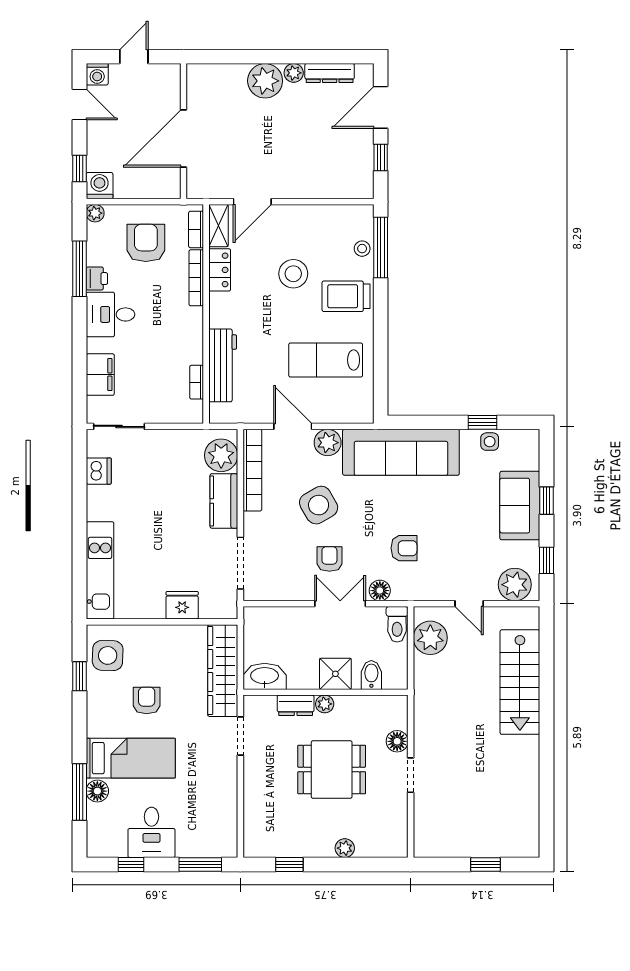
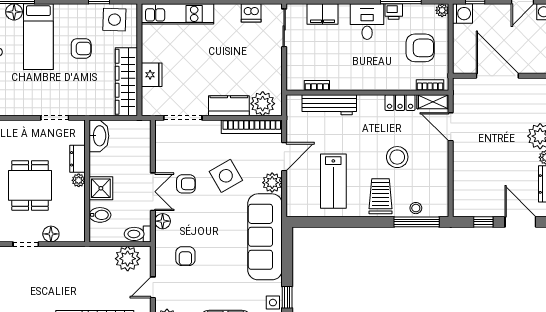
bookcase: (196, 278) -> (394, 85), removed
lab bench: (326, 360) -> (333, 181), turned 180
armchair: (404, 548) -> (185, 256), moved
wardrobe: (223, 671) -> (126, 82), moved, turned -90

